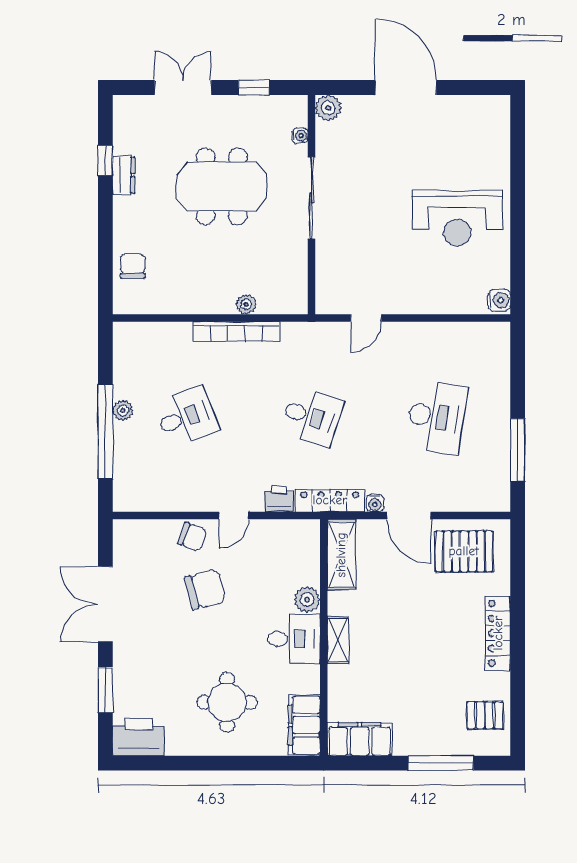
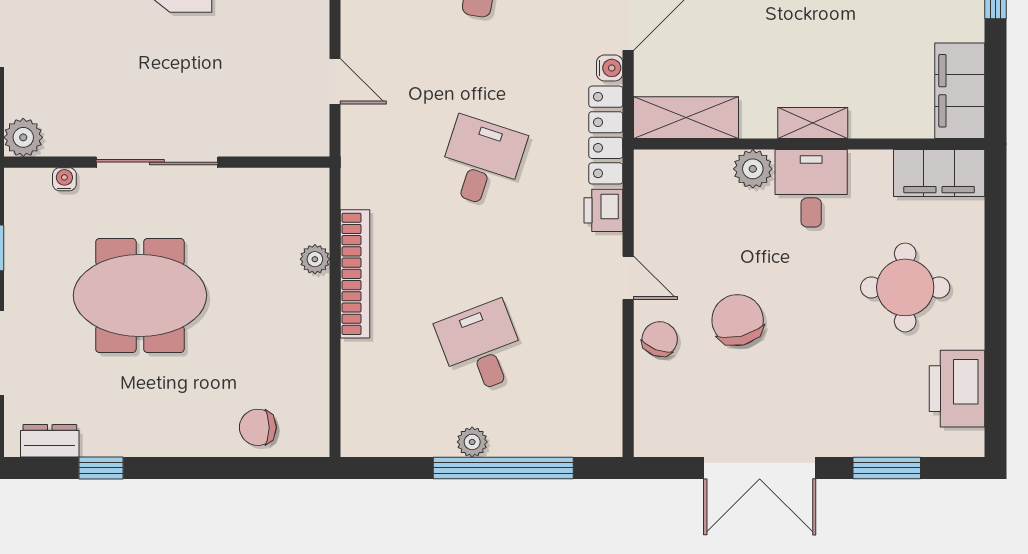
dresser: (124, 175) -> (50, 441), moved
meeting table: (222, 186) -> (140, 295), turned 90
printer: (139, 737) -> (957, 389), moved

